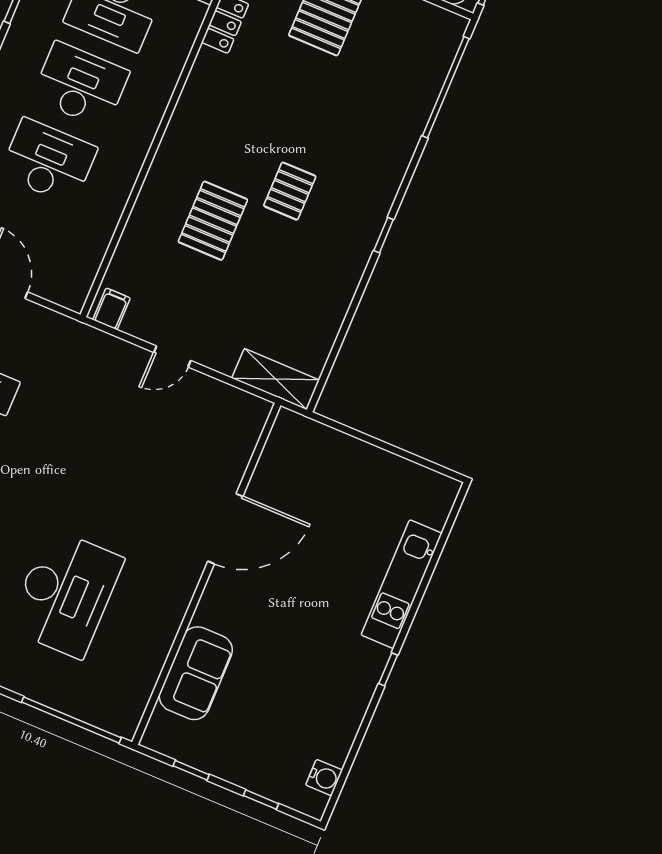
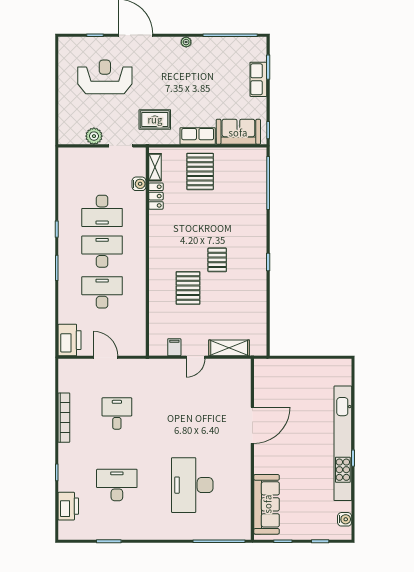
filing cabinet: (112, 309) -> (174, 347), moved
shelving: (276, 379) -> (229, 348), moved
kitchen unit: (402, 584) -> (343, 443), width x1.86
desk: (66, 593) -> (192, 485), turned 180
sofa: (196, 673) -> (267, 504), width x1.36

